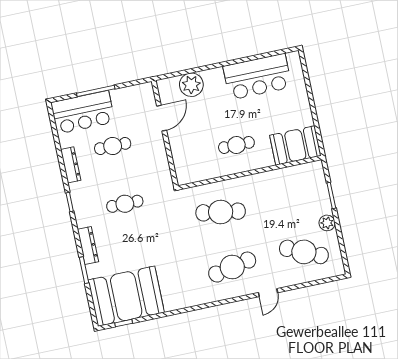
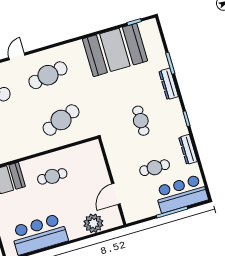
cafe table: (125, 204) -> (141, 121), turned 90
cafe table: (221, 212) -> (61, 120), turned -30
booth: (126, 296) -> (115, 50), moved

